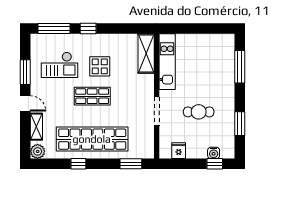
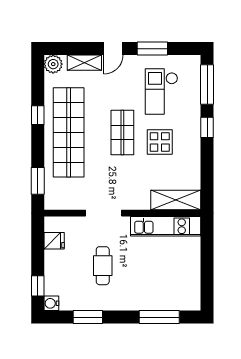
water cooler: (214, 153) -> (51, 303), moved

